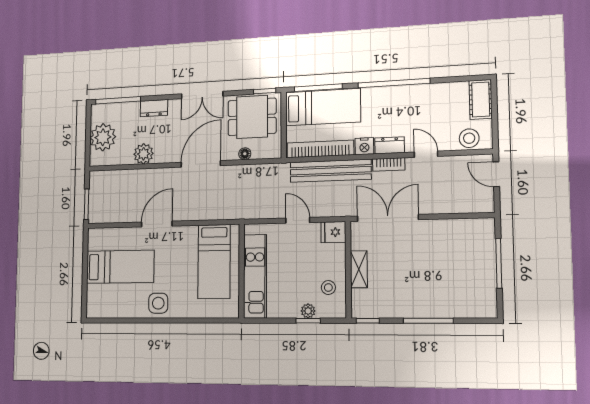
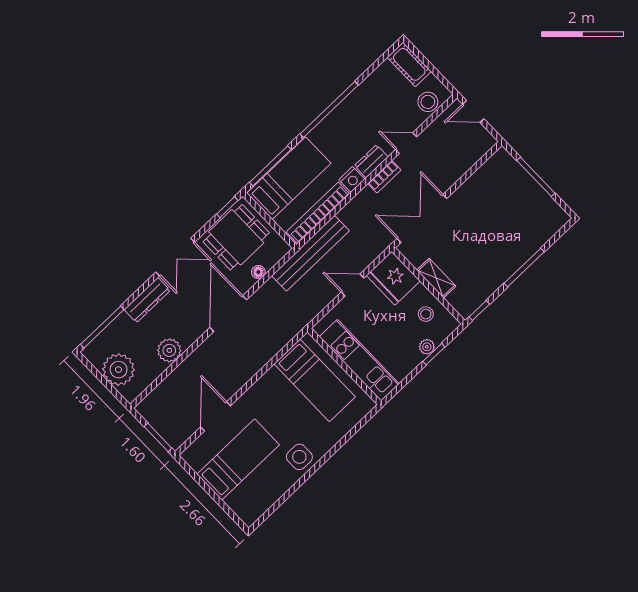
dresser: (154, 108) -> (147, 300), width x1.44
bench: (330, 171) -> (310, 253), moved
door: (157, 224) -> (216, 416), moved
fridge: (333, 232) -> (393, 278), width x1.88, depth x1.34

